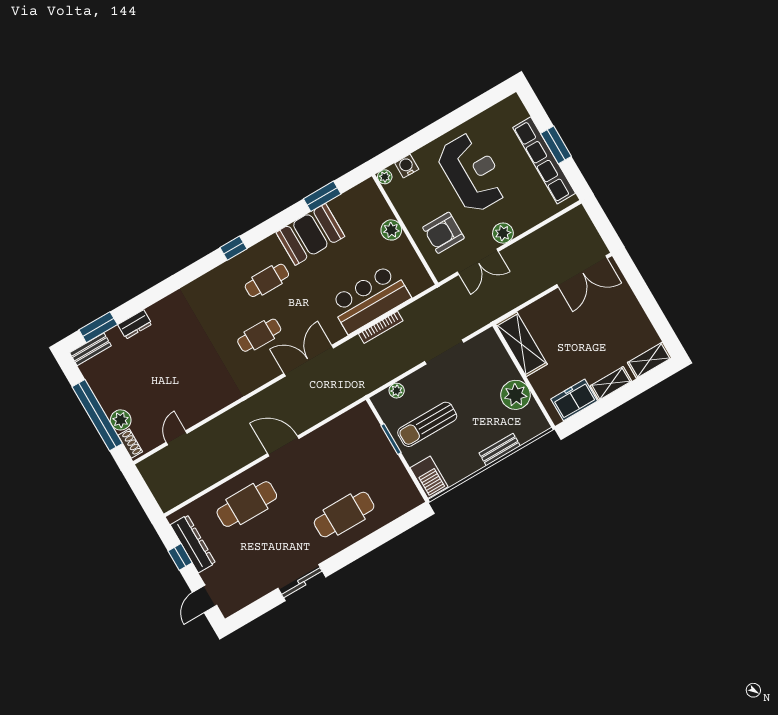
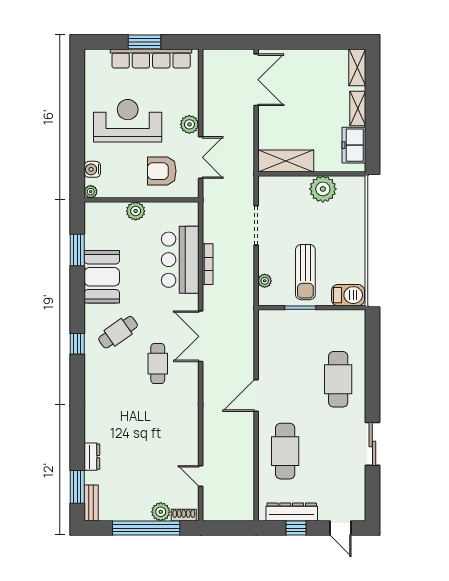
armchair: (443, 233) -> (162, 171), turned 90
cafe table: (267, 280) -> (118, 332), turned 55
bench: (500, 450) -> (359, 227), removed

